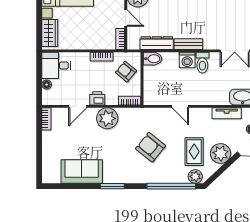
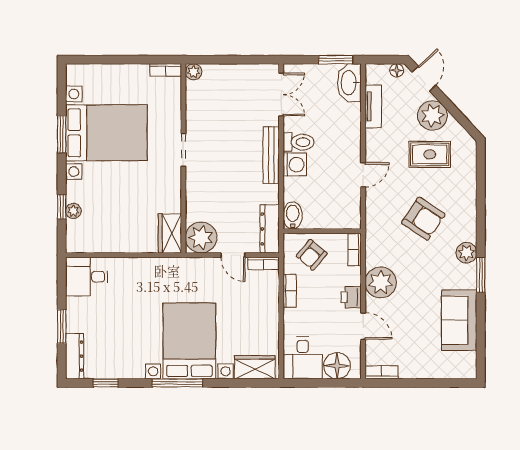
door: (126, 18) -> (233, 255), swing flipped
dresser: (157, 43) -> (270, 229), moved
bench: (188, 44) -> (271, 155), width x1.36
floor lamp: (47, 85) -> (337, 366), width x1.89, depth x1.89
armchair: (151, 147) -> (423, 219), turned -95
plant: (195, 176) -> (466, 253), moved
window: (171, 186) -> (481, 188), removed

